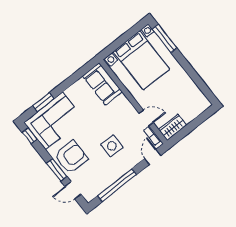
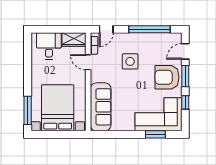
sofa: (102, 84) -> (101, 107), width x1.36
desk: (189, 106) -> (49, 46), added
window: (30, 136) -> (185, 102), moved
door: (73, 190) -> (185, 51), swing flipped

